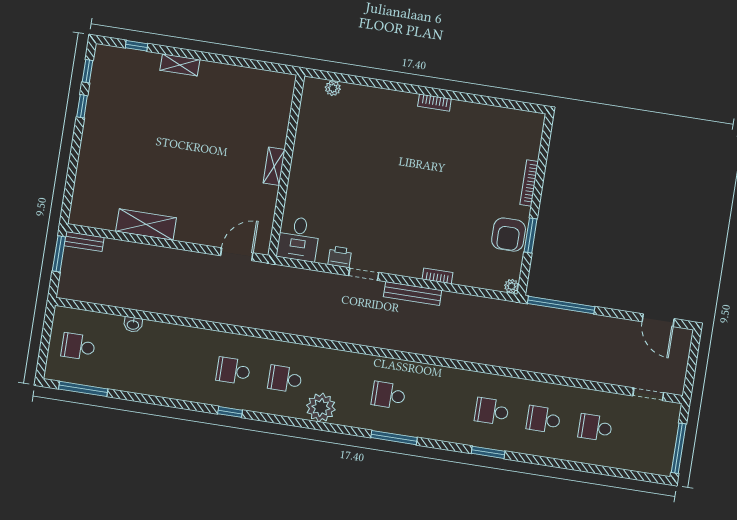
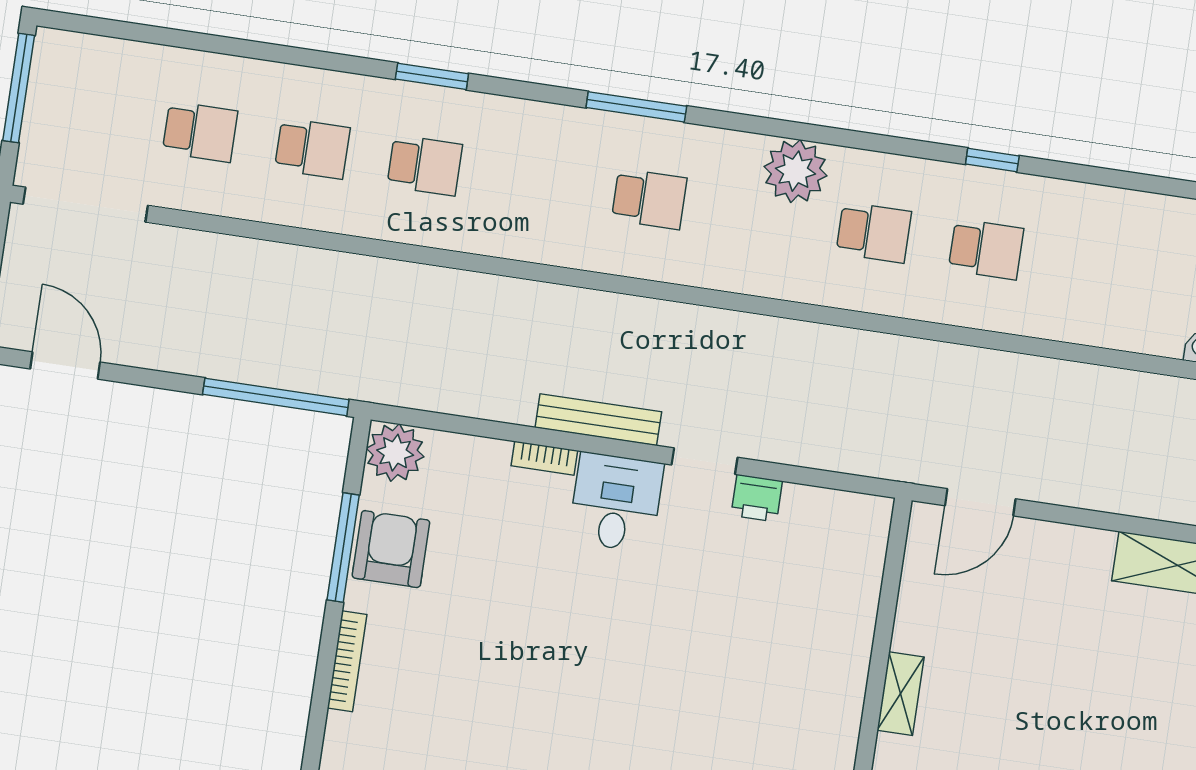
window: (531, 235) -> (343, 547), width x1.44
desk: (298, 239) -> (616, 502), moved
plant: (512, 286) -> (395, 453), width x1.88, depth x1.88
doorway: (648, 394) -> (85, 205), width x1.88

